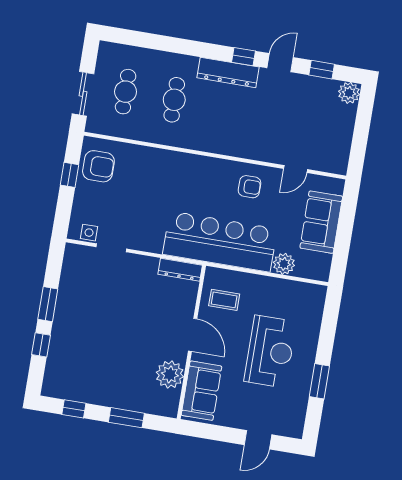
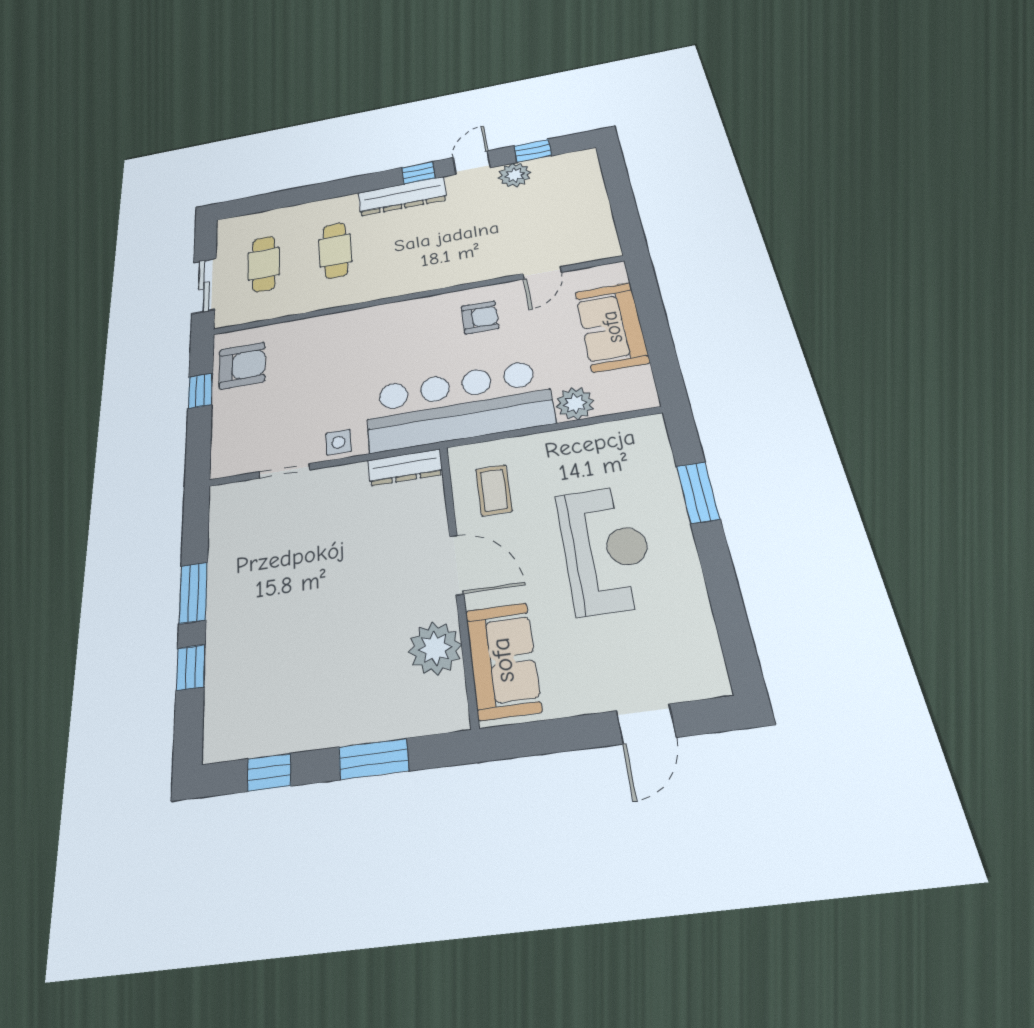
plant: (349, 93) -> (515, 175), moved
side table: (89, 233) -> (338, 442), moved
coffee table: (224, 300) -> (494, 490), turned 90
window: (319, 381) -> (698, 493), moved

